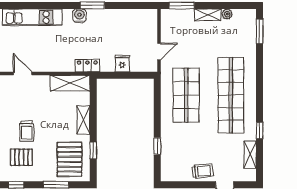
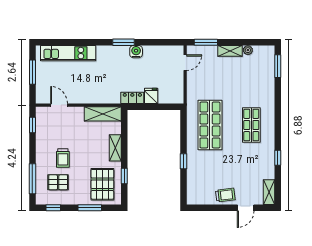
water cooler: (79, 16) -> (136, 52), moved
door: (159, 51) -> (185, 63), moved
locker: (87, 66) -> (132, 98), moved
shop shelf: (231, 95) -> (251, 125), width x0.50, depth x0.74
window: (157, 146) -> (183, 161), moved
shelving: (250, 155) -> (269, 192), moved

